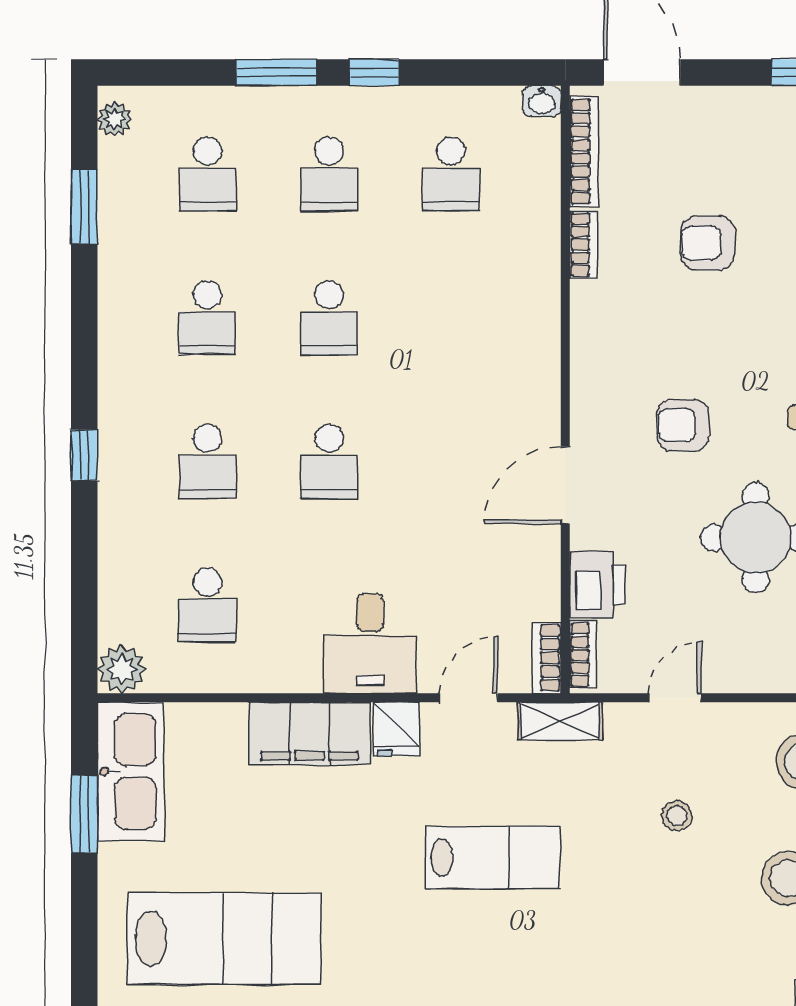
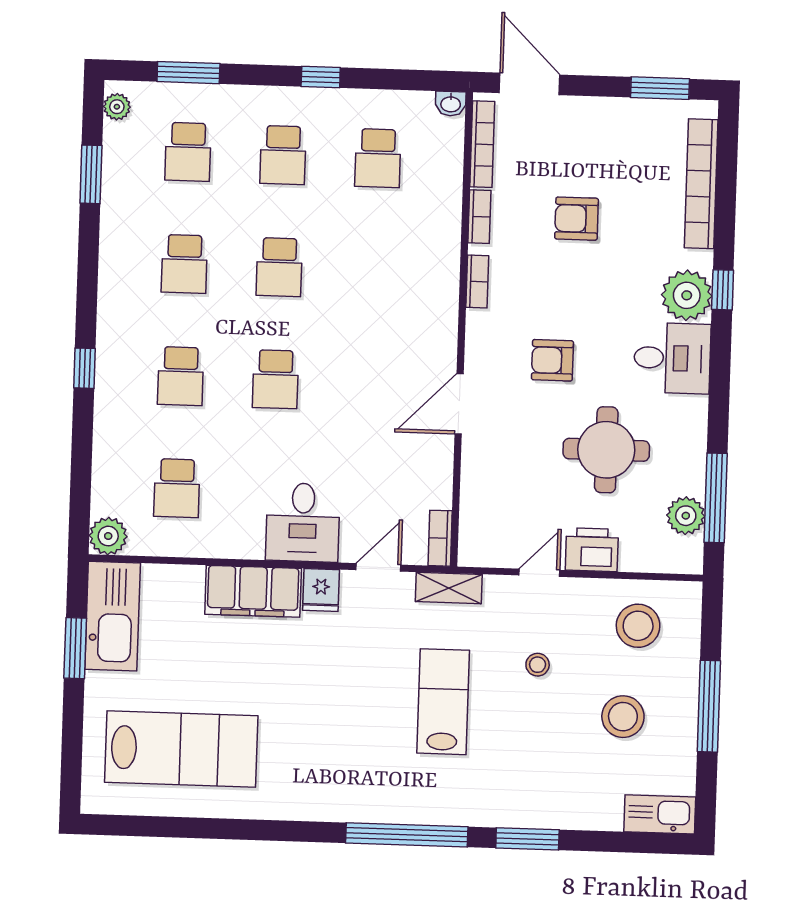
window: (276, 72) -> (188, 73), moved
printer: (597, 585) -> (592, 550), moved, turned -90
bookcase: (583, 655) -> (477, 281), moved
lab bench: (493, 858) -> (443, 702), moved, turned -90

